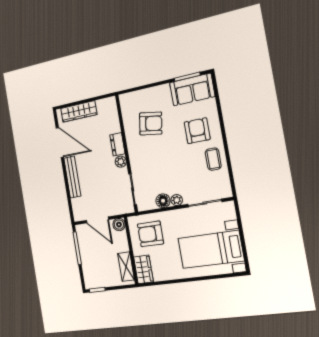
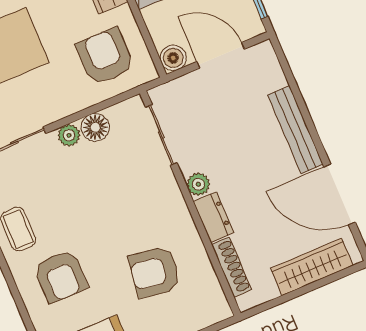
shoe rack: (114, 119) -> (232, 267), added
armchair: (150, 234) -> (105, 56), turned -90

